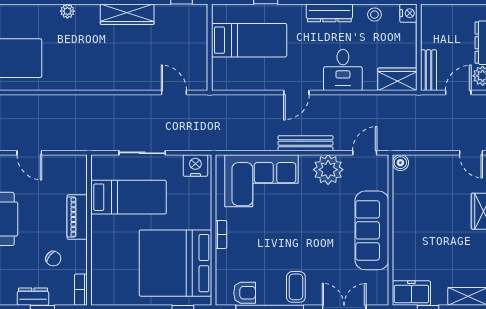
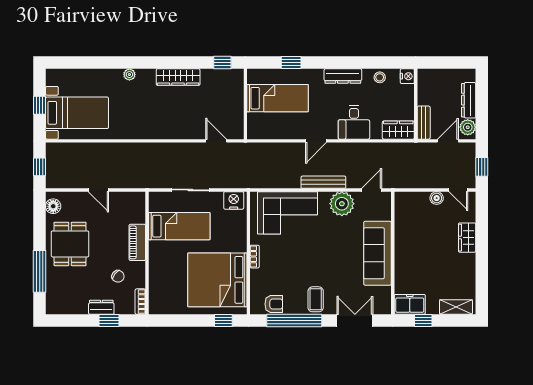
boiler: (400, 163) -> (437, 198), moved

